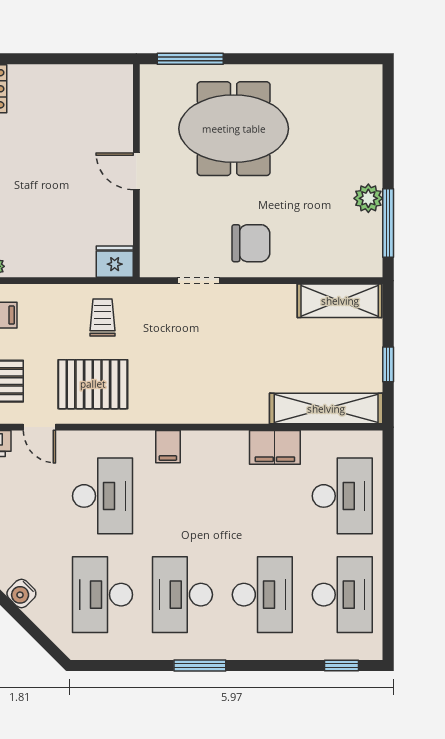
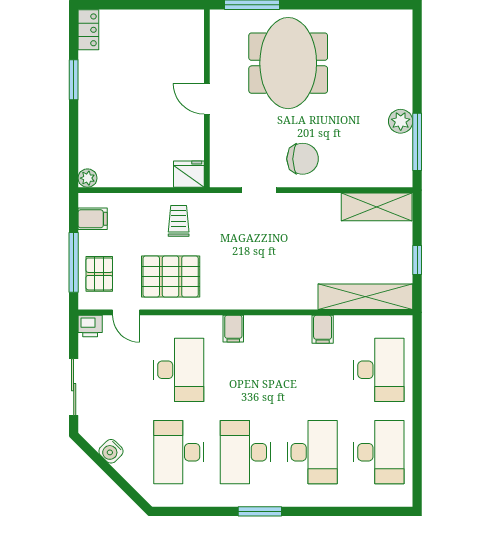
meeting table: (234, 129) -> (288, 63), turned 90
filing cabinet: (275, 447) -> (323, 329), width x0.50
window: (342, 666) -> (378, 511), removed

